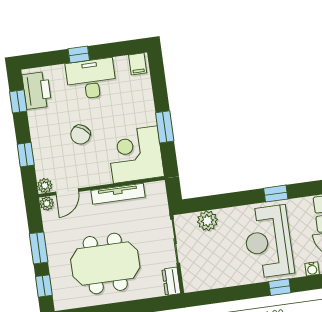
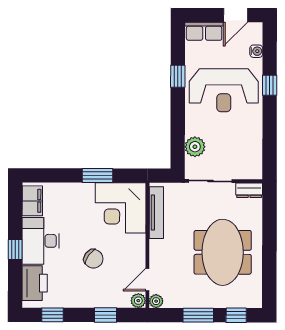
filing cabinet: (138, 64) -> (32, 201), width x2.00
printer: (37, 90) -> (35, 283), moved, turned 90
door: (67, 192) -> (147, 280), swing flipped
tv unit: (118, 194) -> (156, 213), moved

